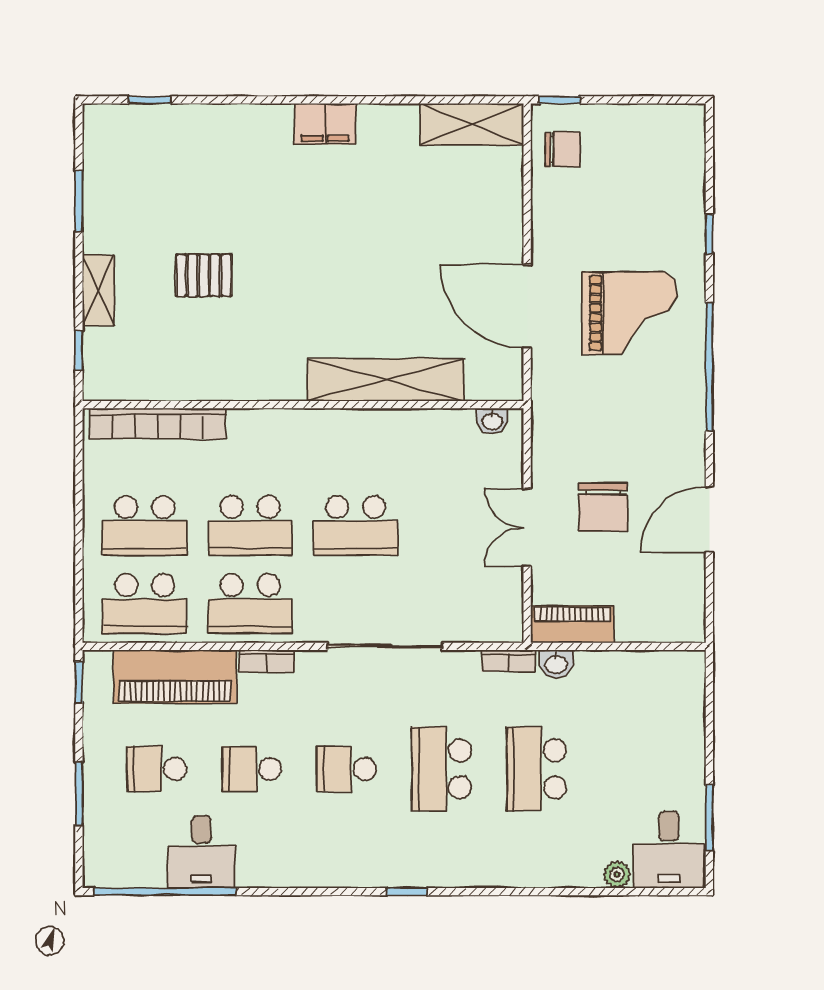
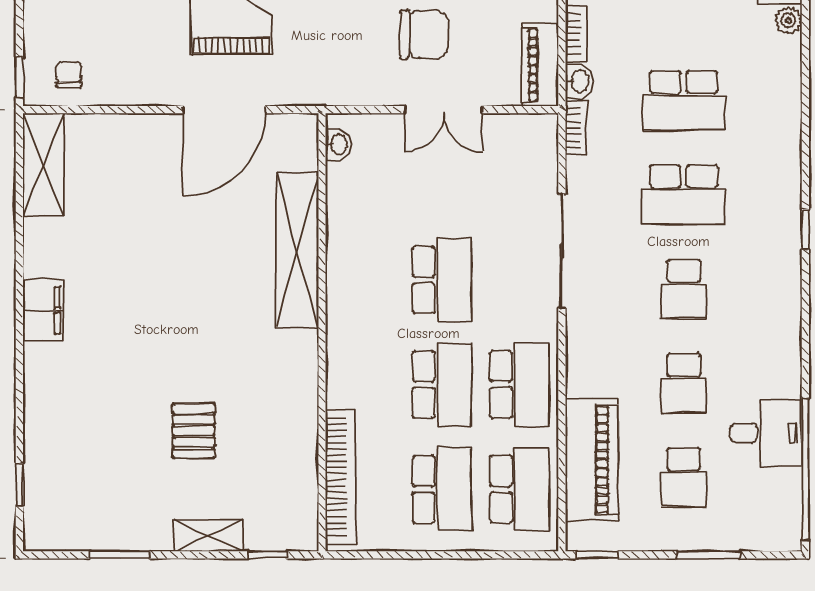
chair: (563, 150) -> (69, 75), width x0.73, depth x0.73
bookcase: (267, 661) -> (576, 34), moved

